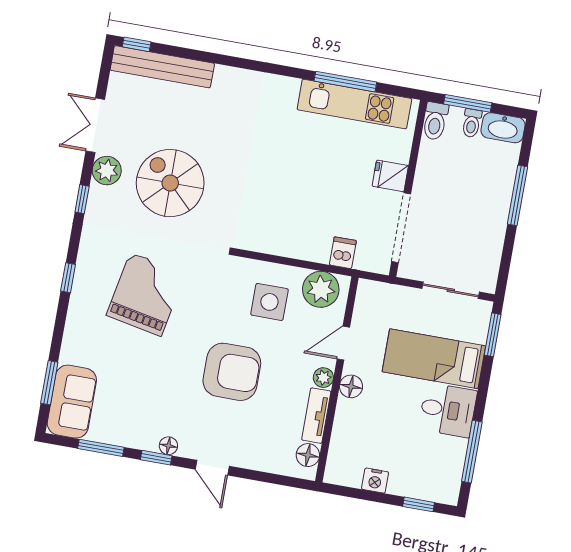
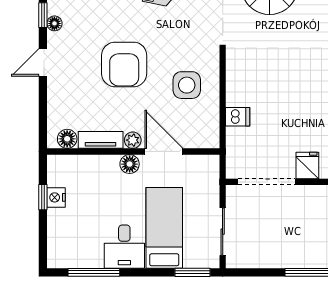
dishwasher: (343, 253) -> (238, 117), moved
plant: (321, 289) -> (205, 125), removed
door: (343, 343) -> (164, 151), width x1.38
window: (419, 504) -> (43, 197), moved

